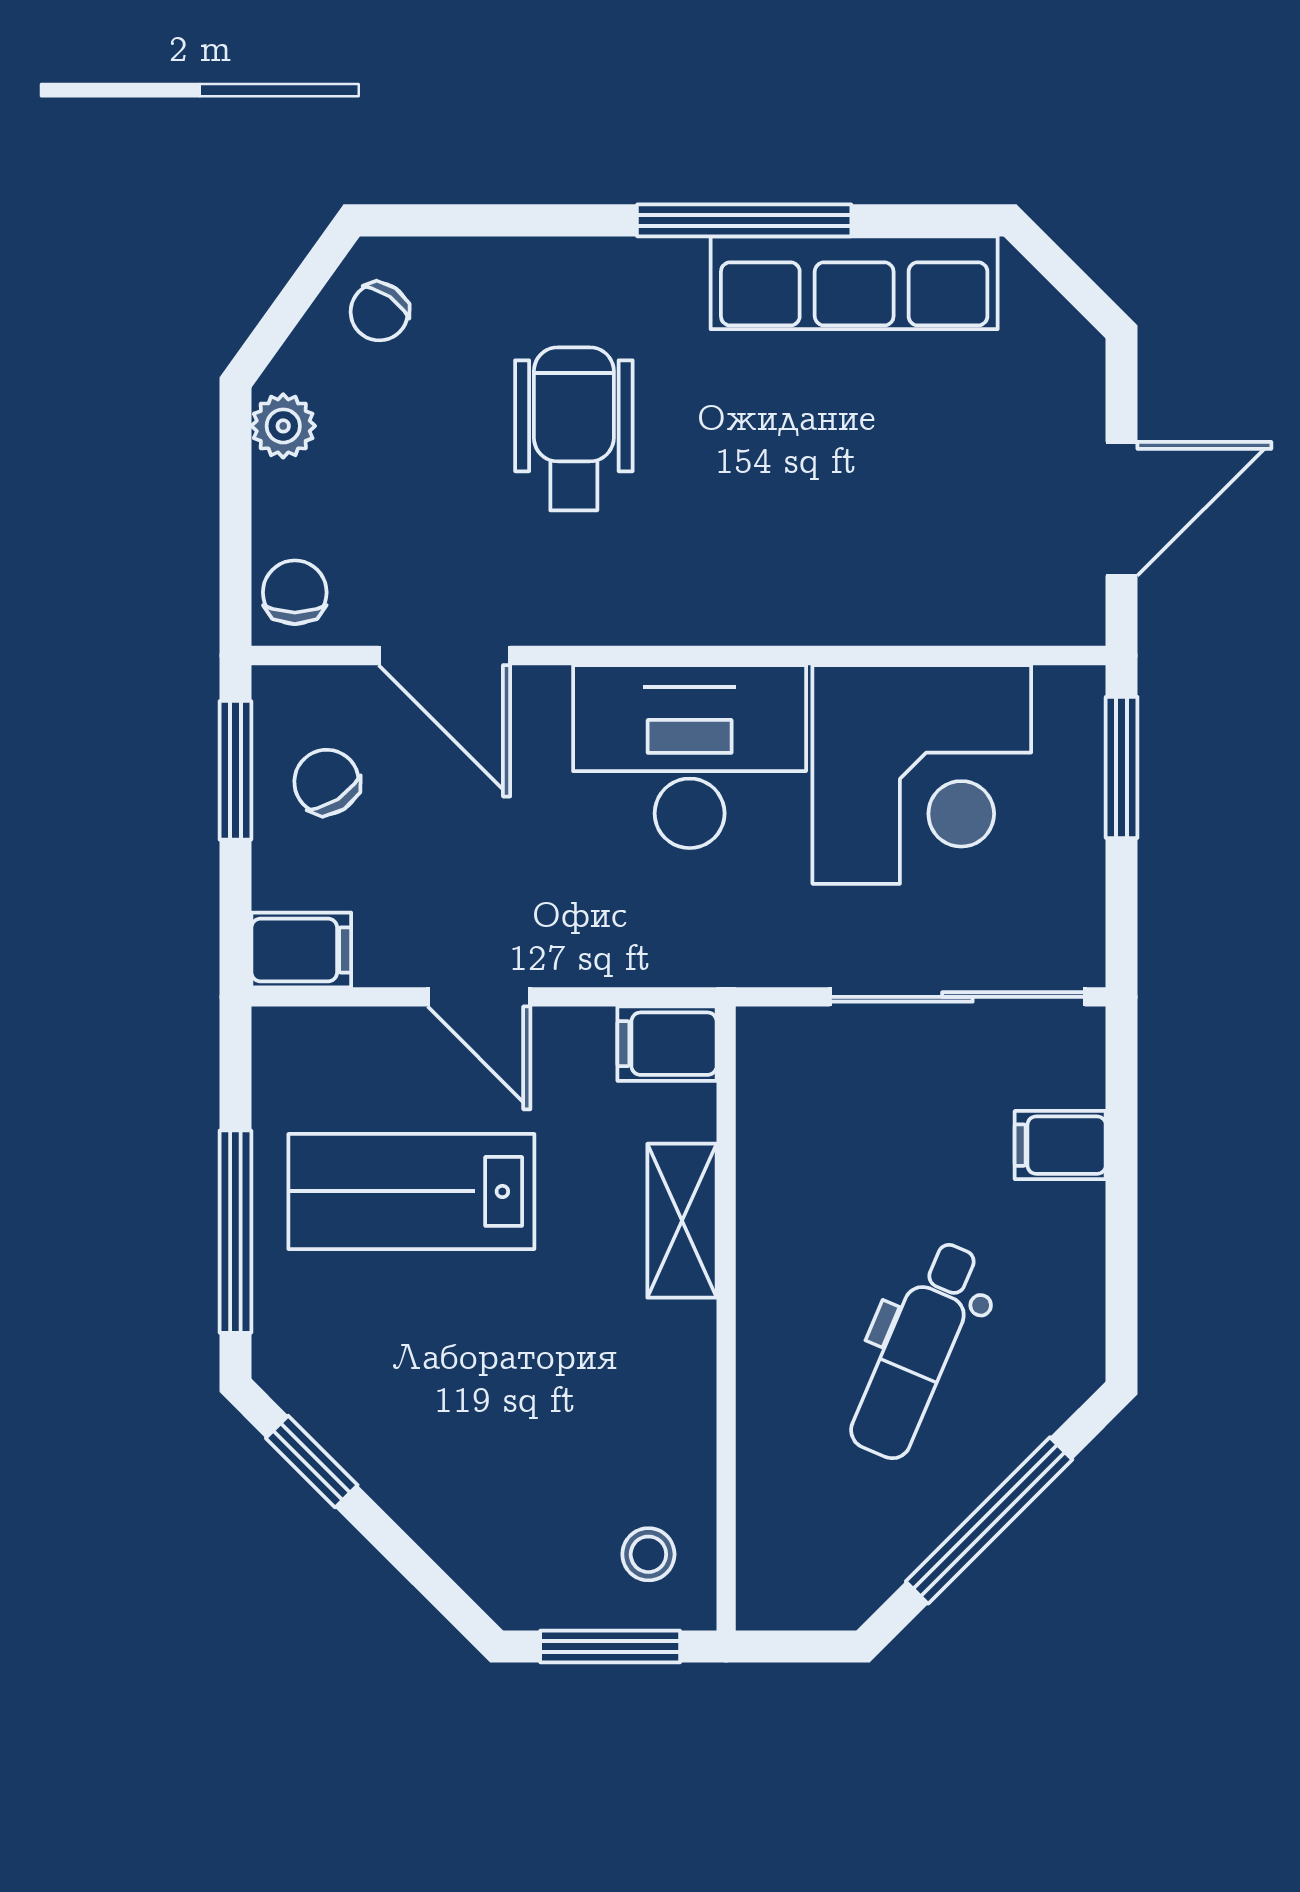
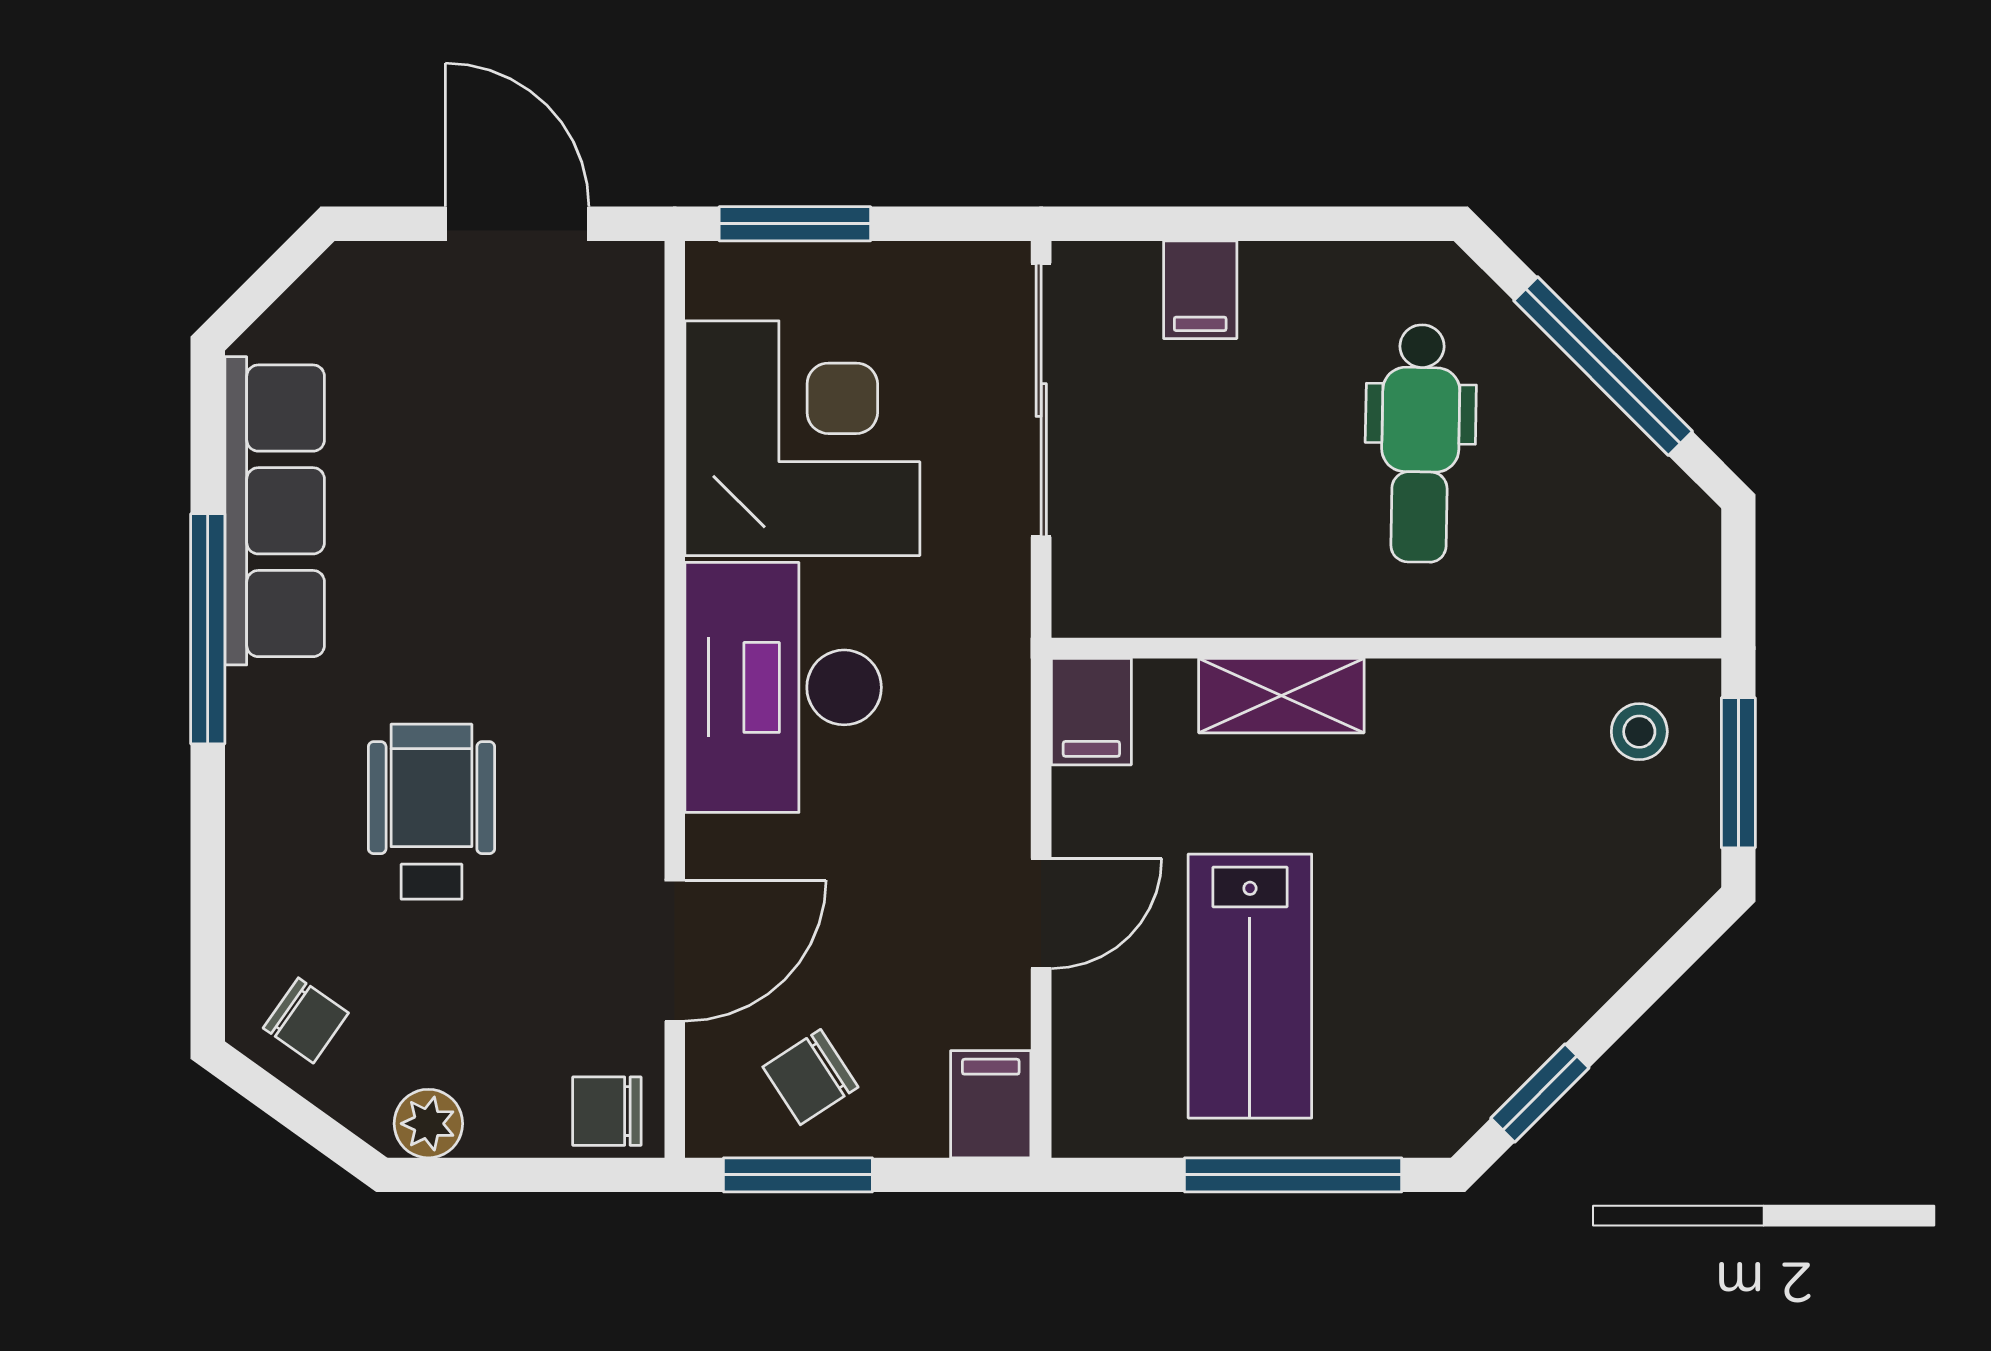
wheelchair: (574, 429) -> (431, 812), turned 90
dental chair: (917, 1350) -> (1420, 443), turned 68

